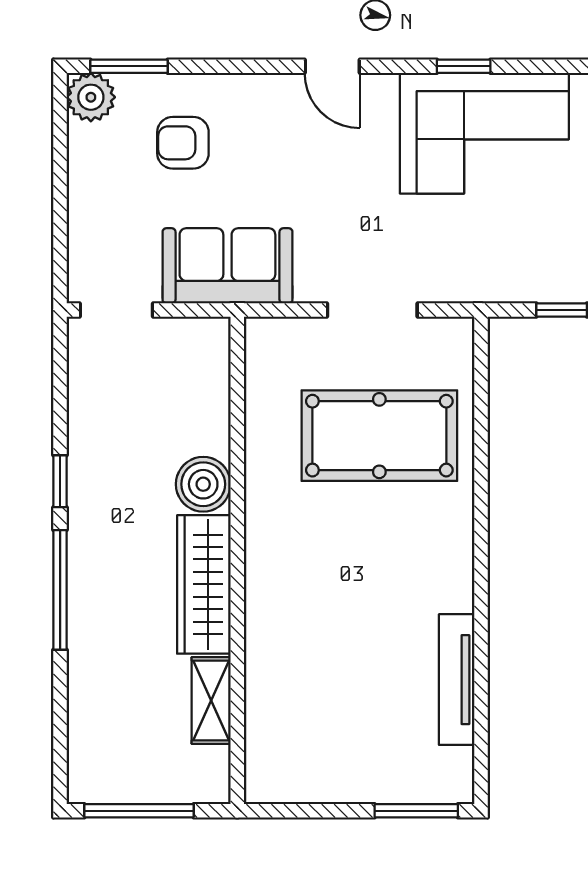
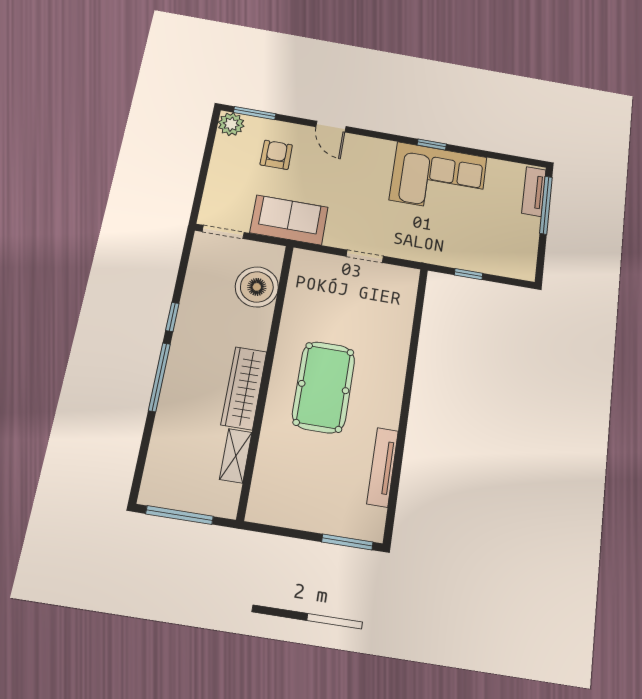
door: (332, 66) -> (331, 127), moved
armchair: (183, 143) -> (276, 155), turned 90
doorway: (372, 310) -> (365, 256), width x0.73
pool table: (379, 436) -> (324, 387), moved, turned 90
boiler: (203, 484) -> (257, 287), moved, width x1.37, depth x1.37

